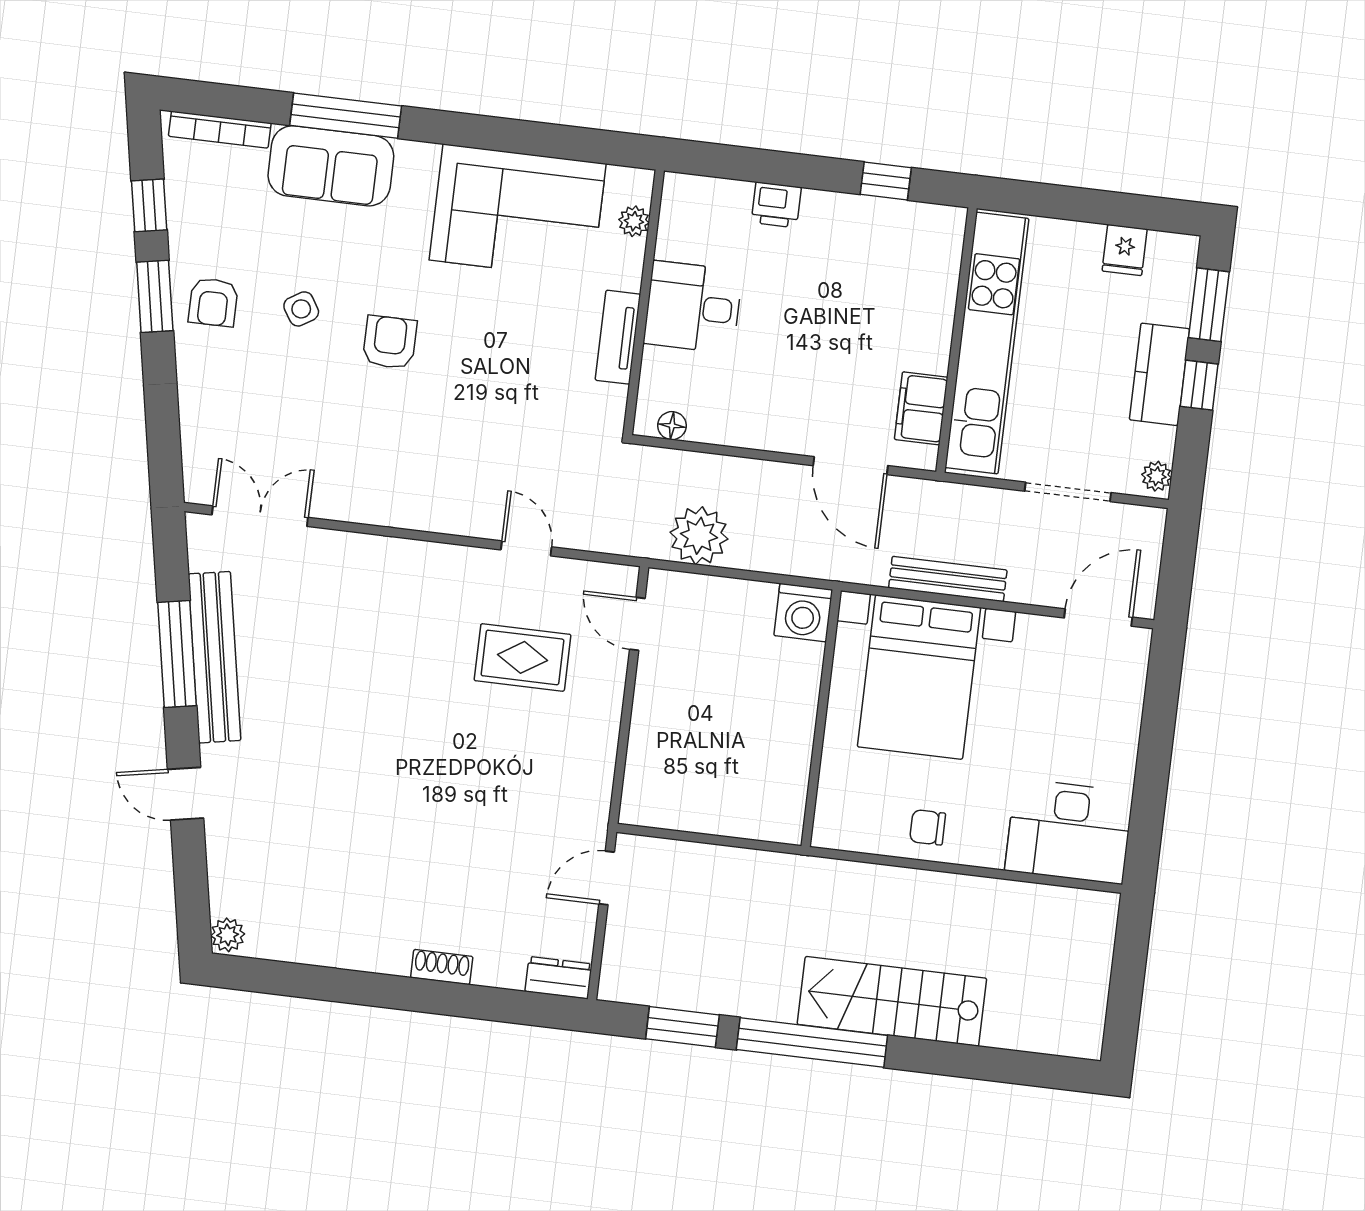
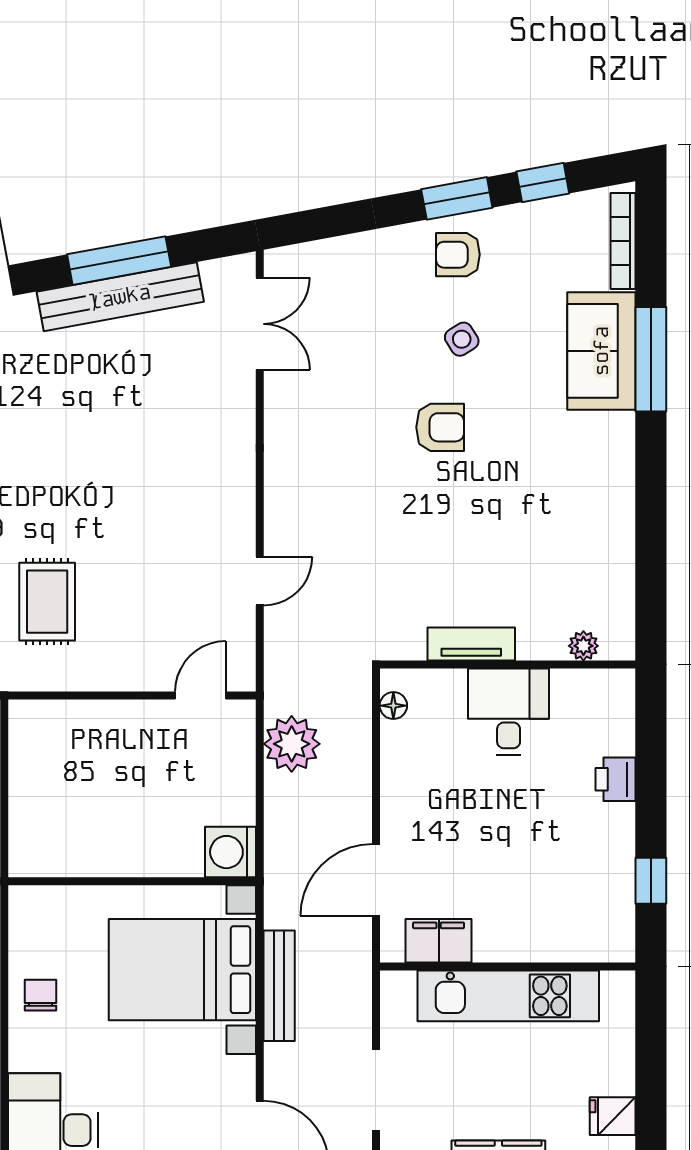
corner sofa: (518, 212) -> (579, 534), removed
kitchen unit: (987, 343) -> (508, 996), width x0.73
rug: (523, 657) -> (47, 602), moved

